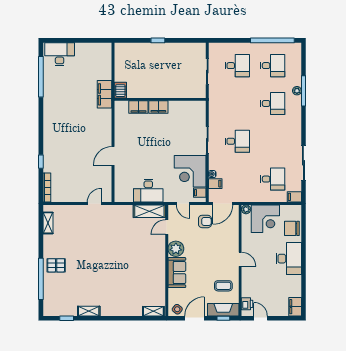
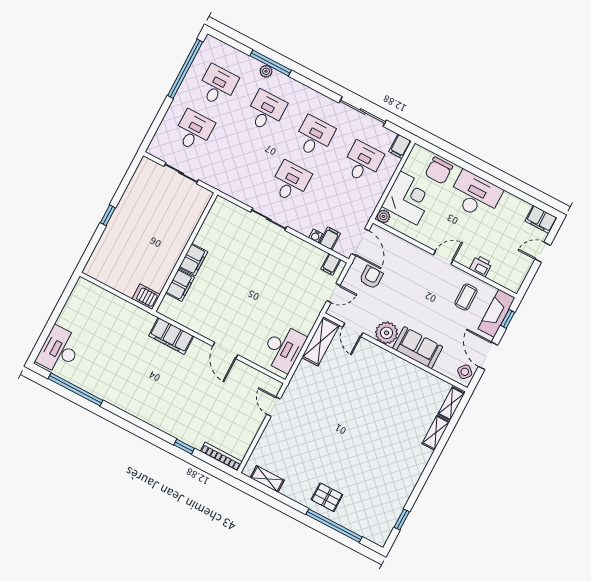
filing cabinet: (104, 94) -> (171, 336), moved
desk: (273, 141) -> (314, 137), added
corner desk: (190, 171) -> (297, 262), removed
desk: (148, 191) -> (283, 348), moved
pallet: (56, 265) -> (327, 497), turned 90
printer: (247, 304) -> (481, 266), moved
shelving: (89, 311) -> (436, 433), moved
door: (261, 318) -> (543, 252), moved

